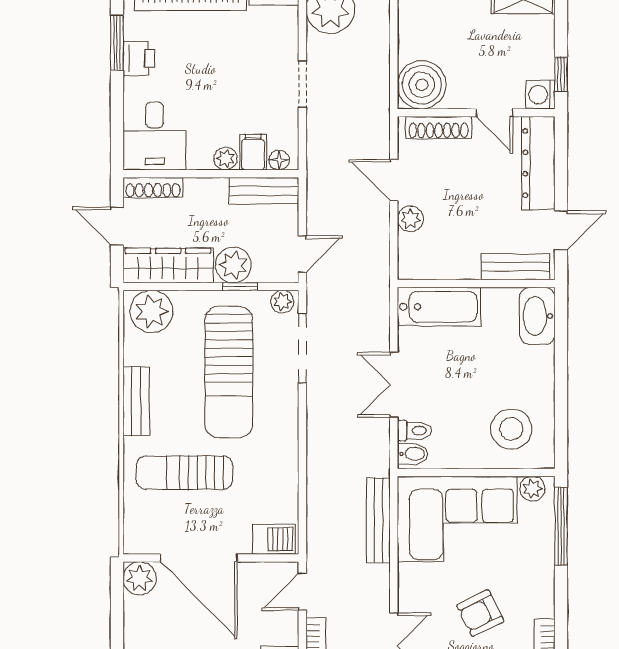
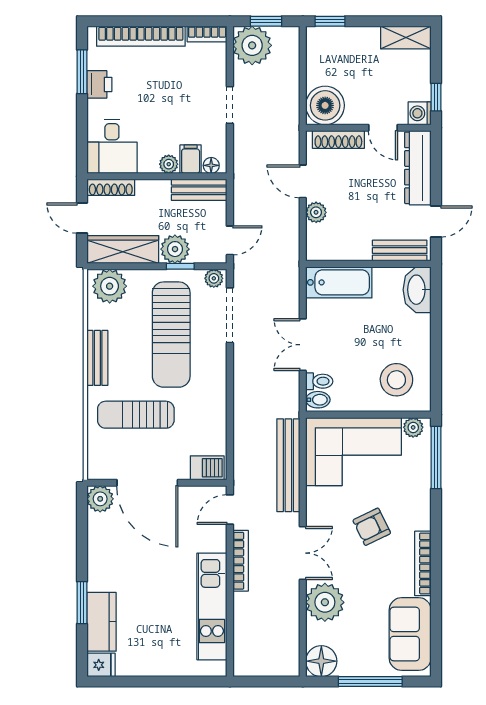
bench: (378, 520) -> (288, 465), width x1.37, depth x1.21

